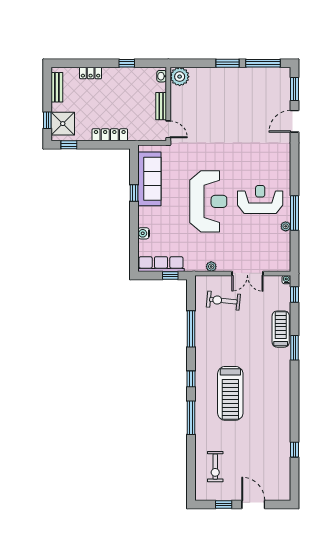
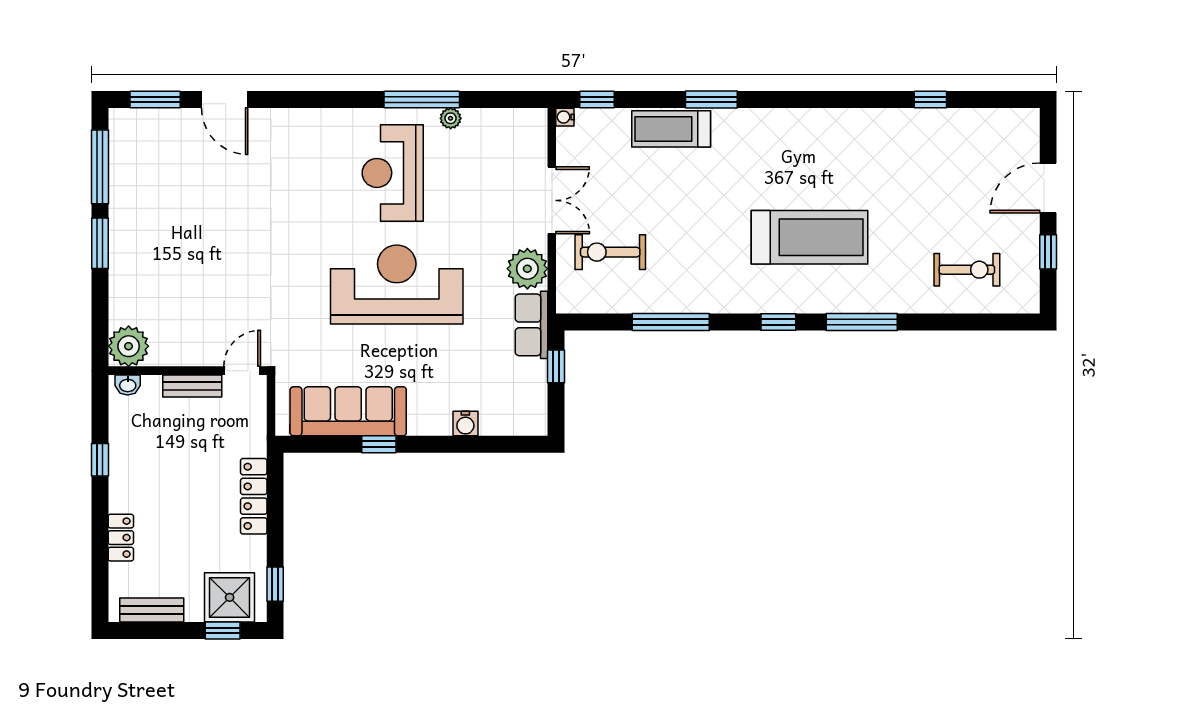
row of seats: (161, 264) -> (532, 325), moved, width x0.68
plant: (211, 267) -> (527, 269), width x1.87, depth x1.87
exercise bike: (223, 301) -> (610, 252), turned 84

